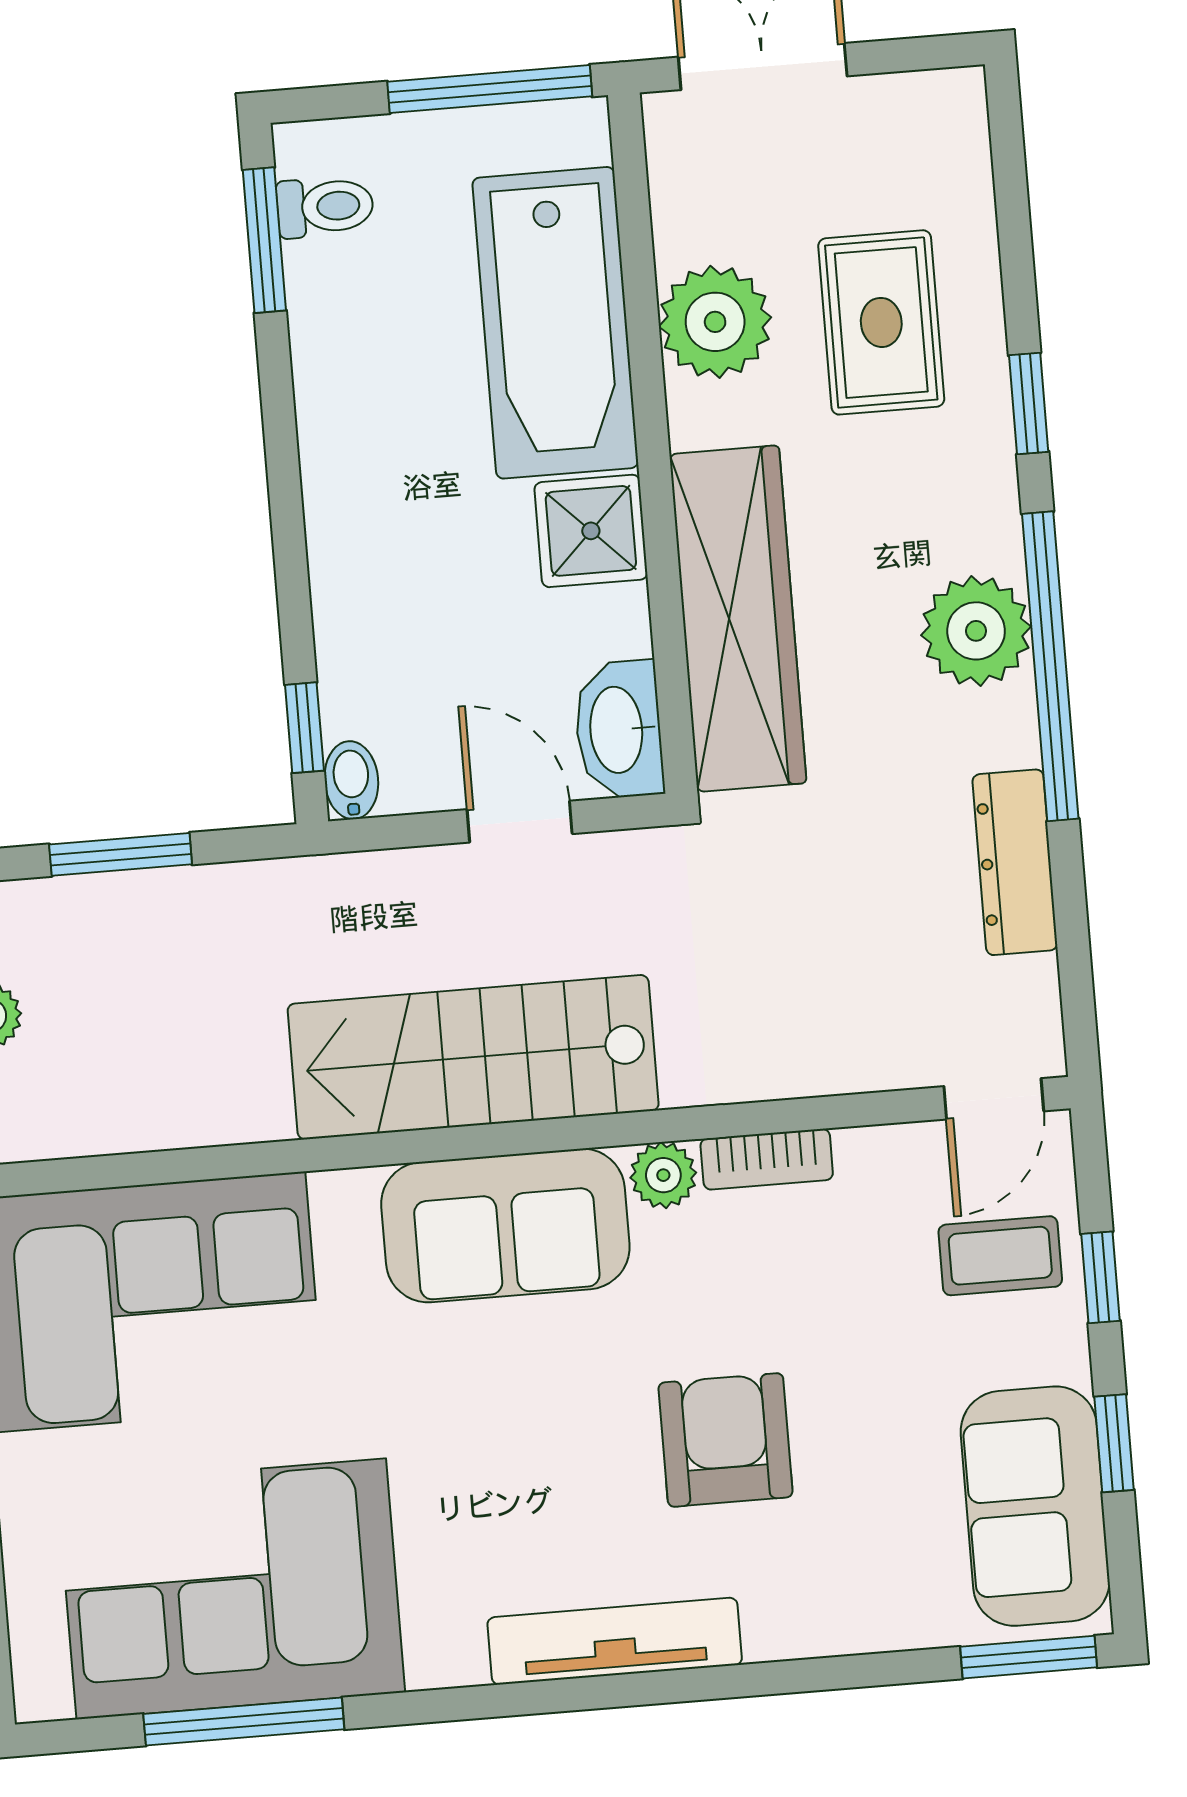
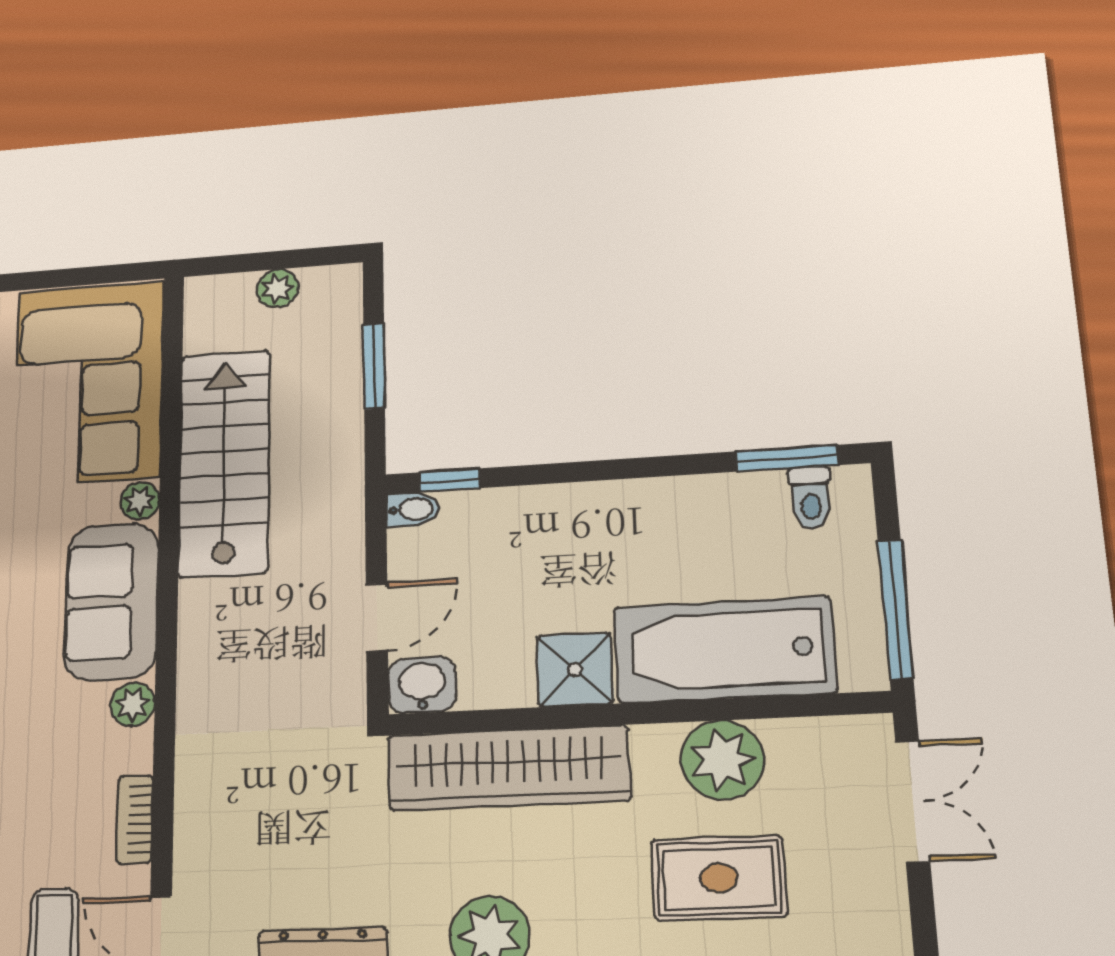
washbasin: (619, 730) -> (422, 685), width x0.72
stairs: (473, 1057) -> (224, 463), moved
bookcase: (767, 1159) -> (135, 820), moved
plant: (344, 1198) -> (140, 501), added

